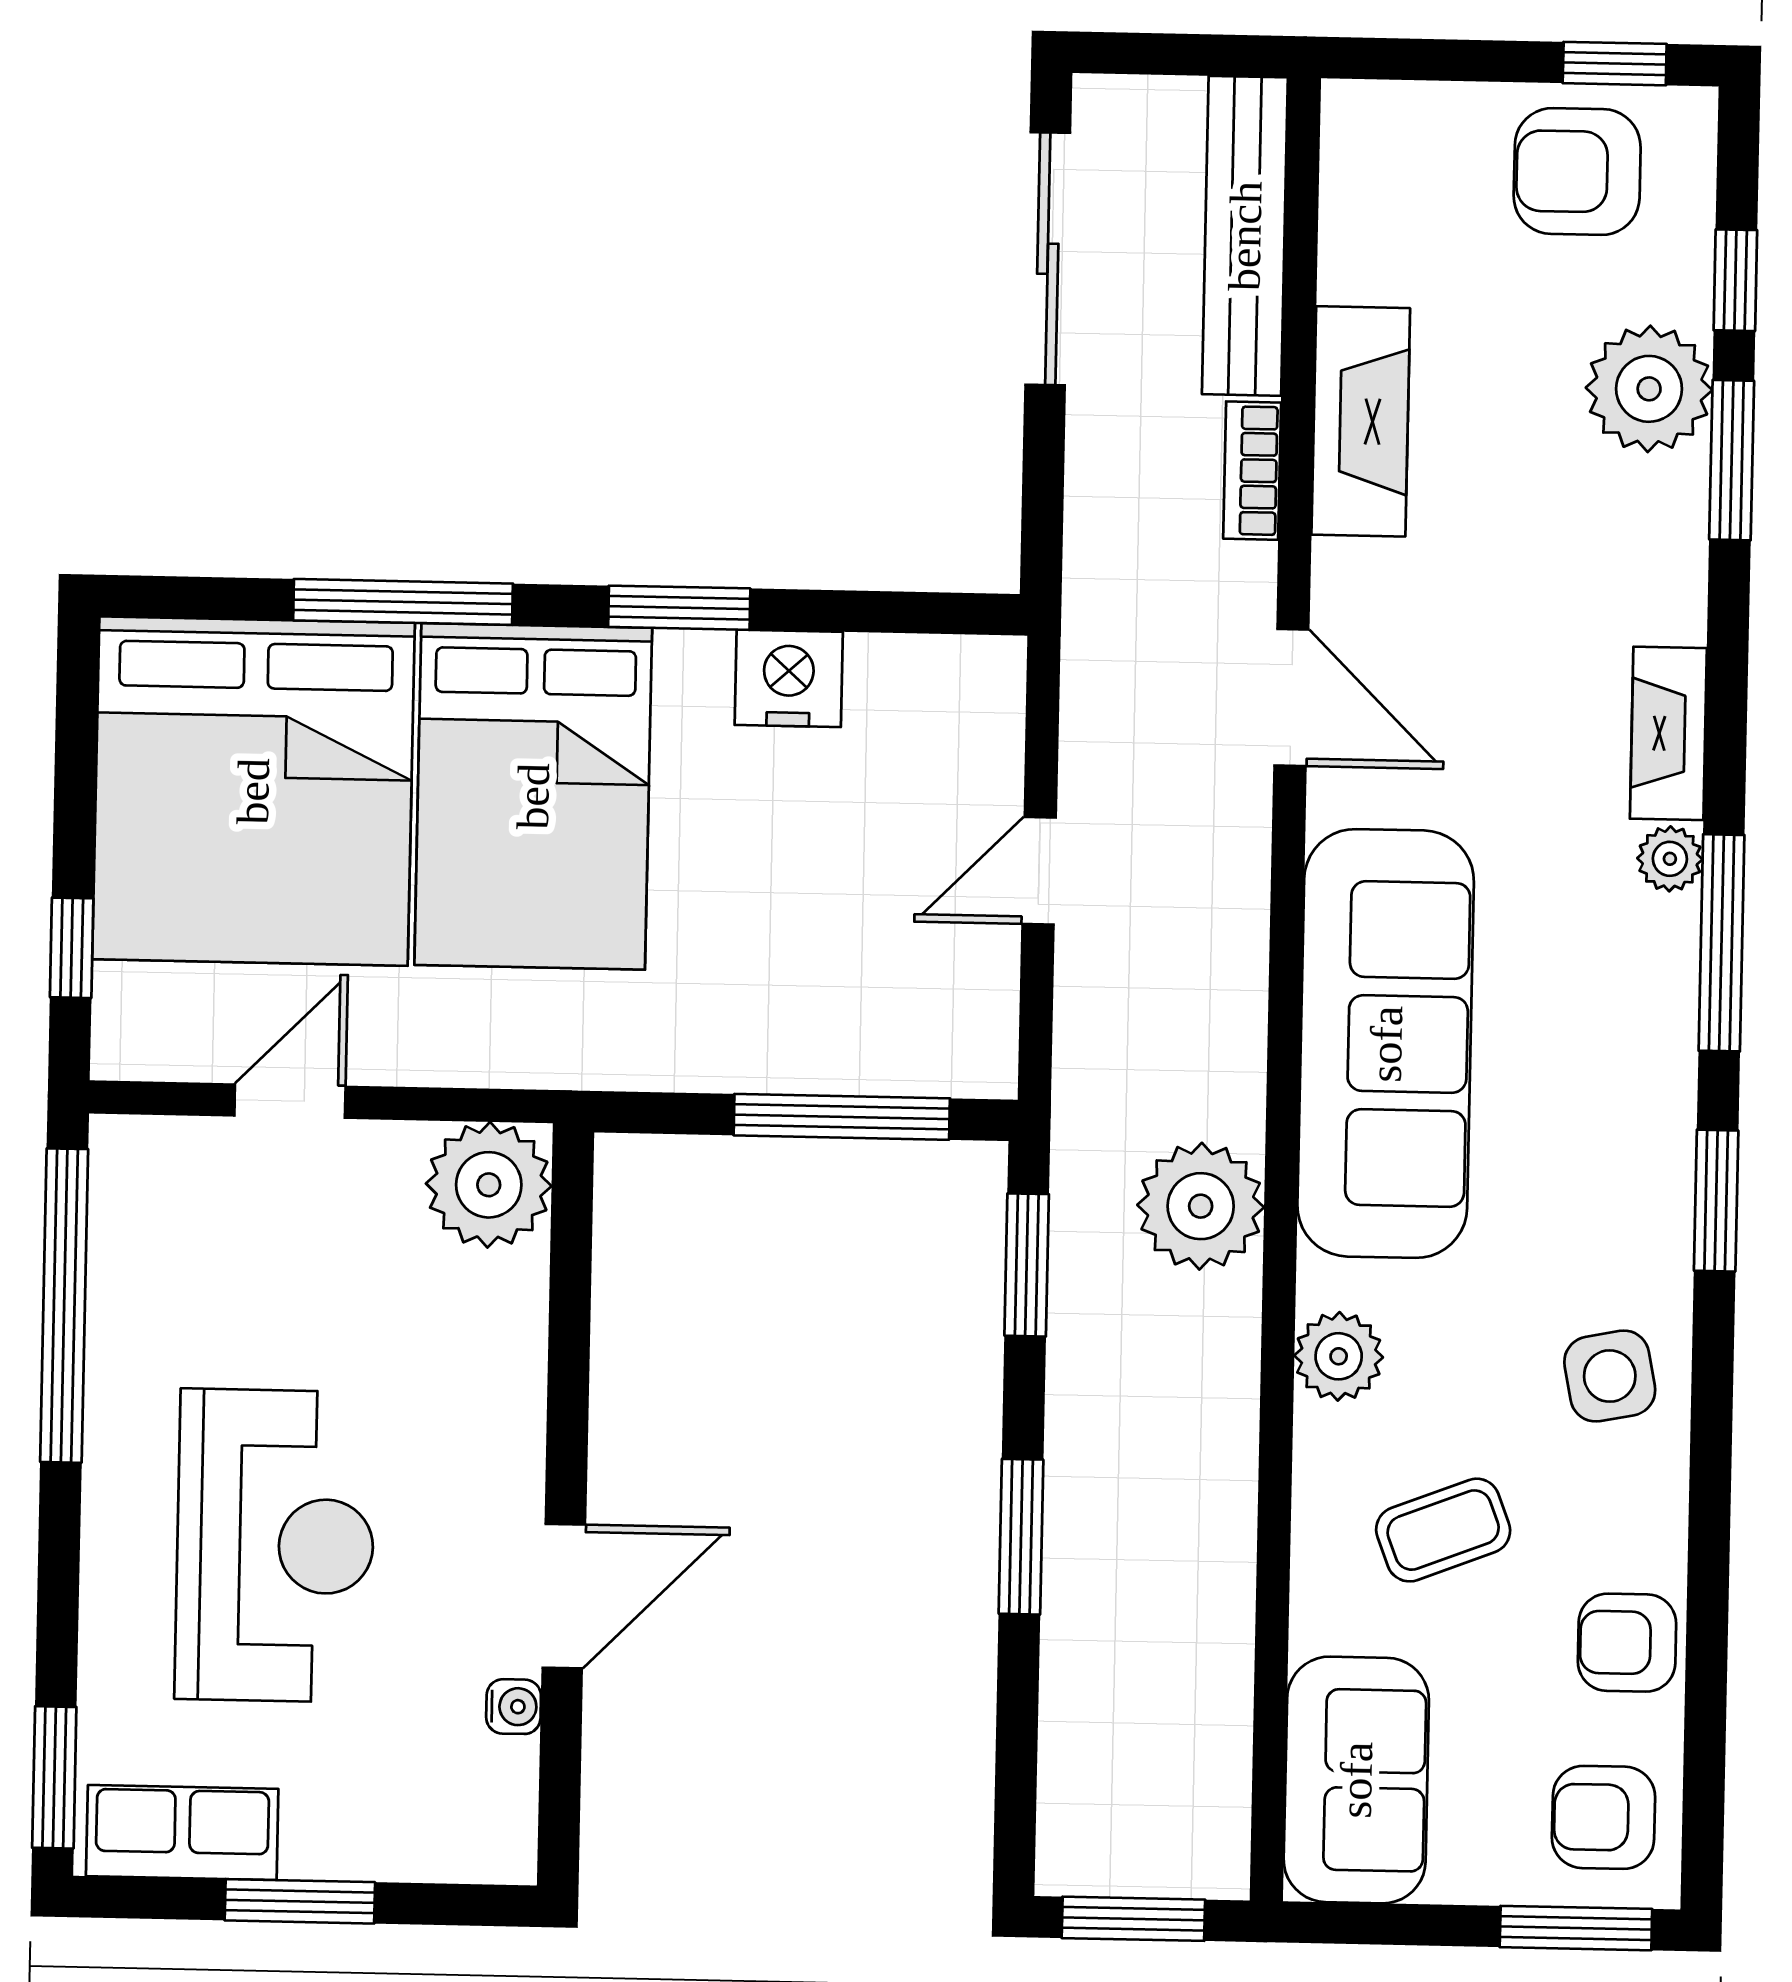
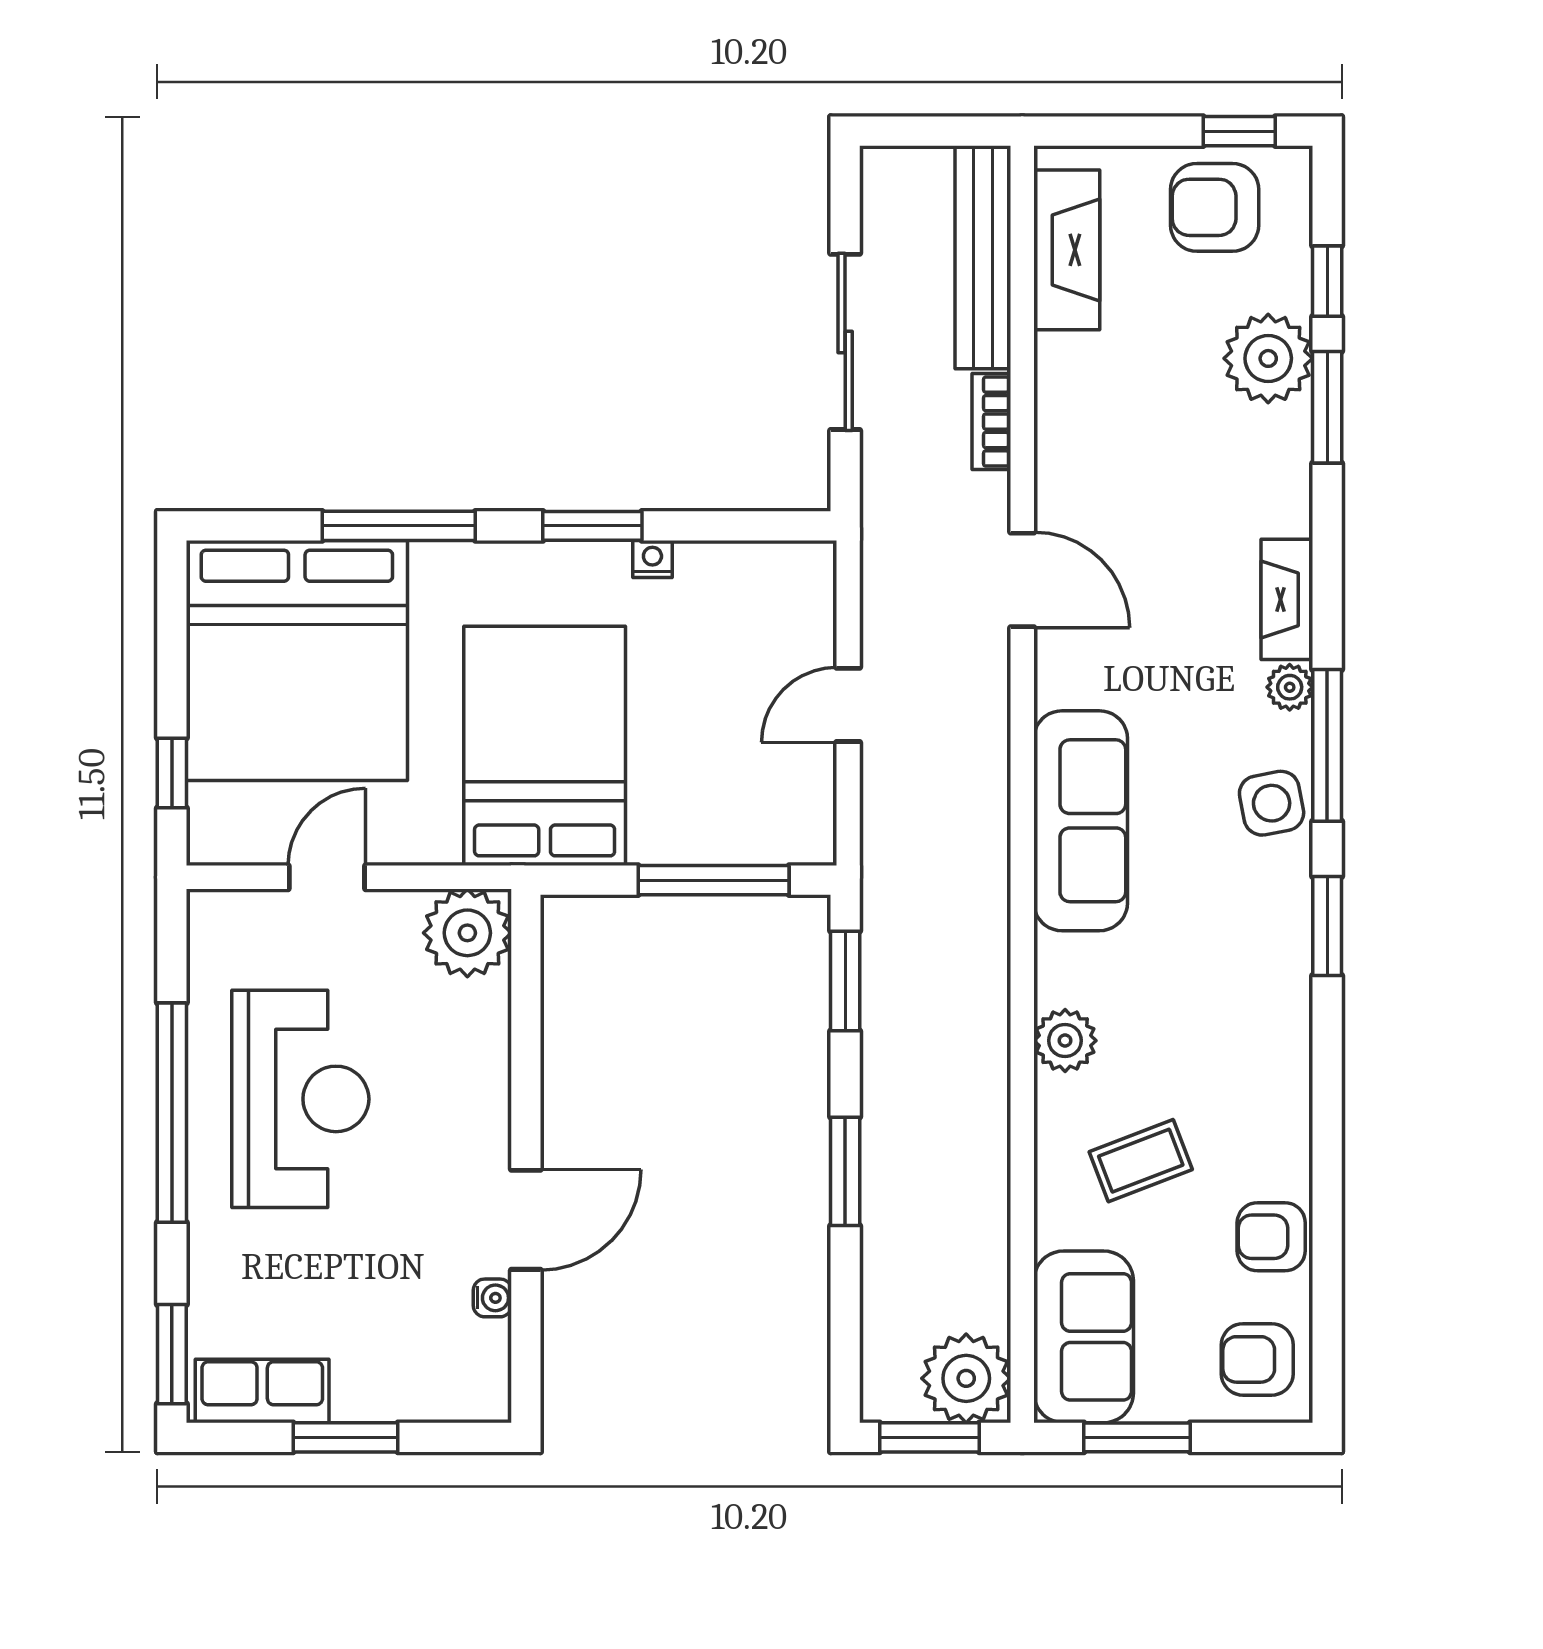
sliding door: (1048, 259) -> (845, 342), moved
fireplace: (1361, 421) -> (1067, 250), moved
nightstand: (789, 678) -> (652, 559), width x0.53, depth x0.56
bed: (533, 796) -> (545, 746), moved, turned 180
sofa: (1386, 1044) -> (1081, 821), width x0.74, depth x0.79
plant: (1201, 1206) -> (966, 1378), moved
window: (64, 1306) -> (172, 1113), moved
side table: (1610, 1376) -> (1272, 803), moved
reception desk: (275, 1546) -> (300, 1099), moved
window: (1576, 1928) -> (1137, 1437), moved

